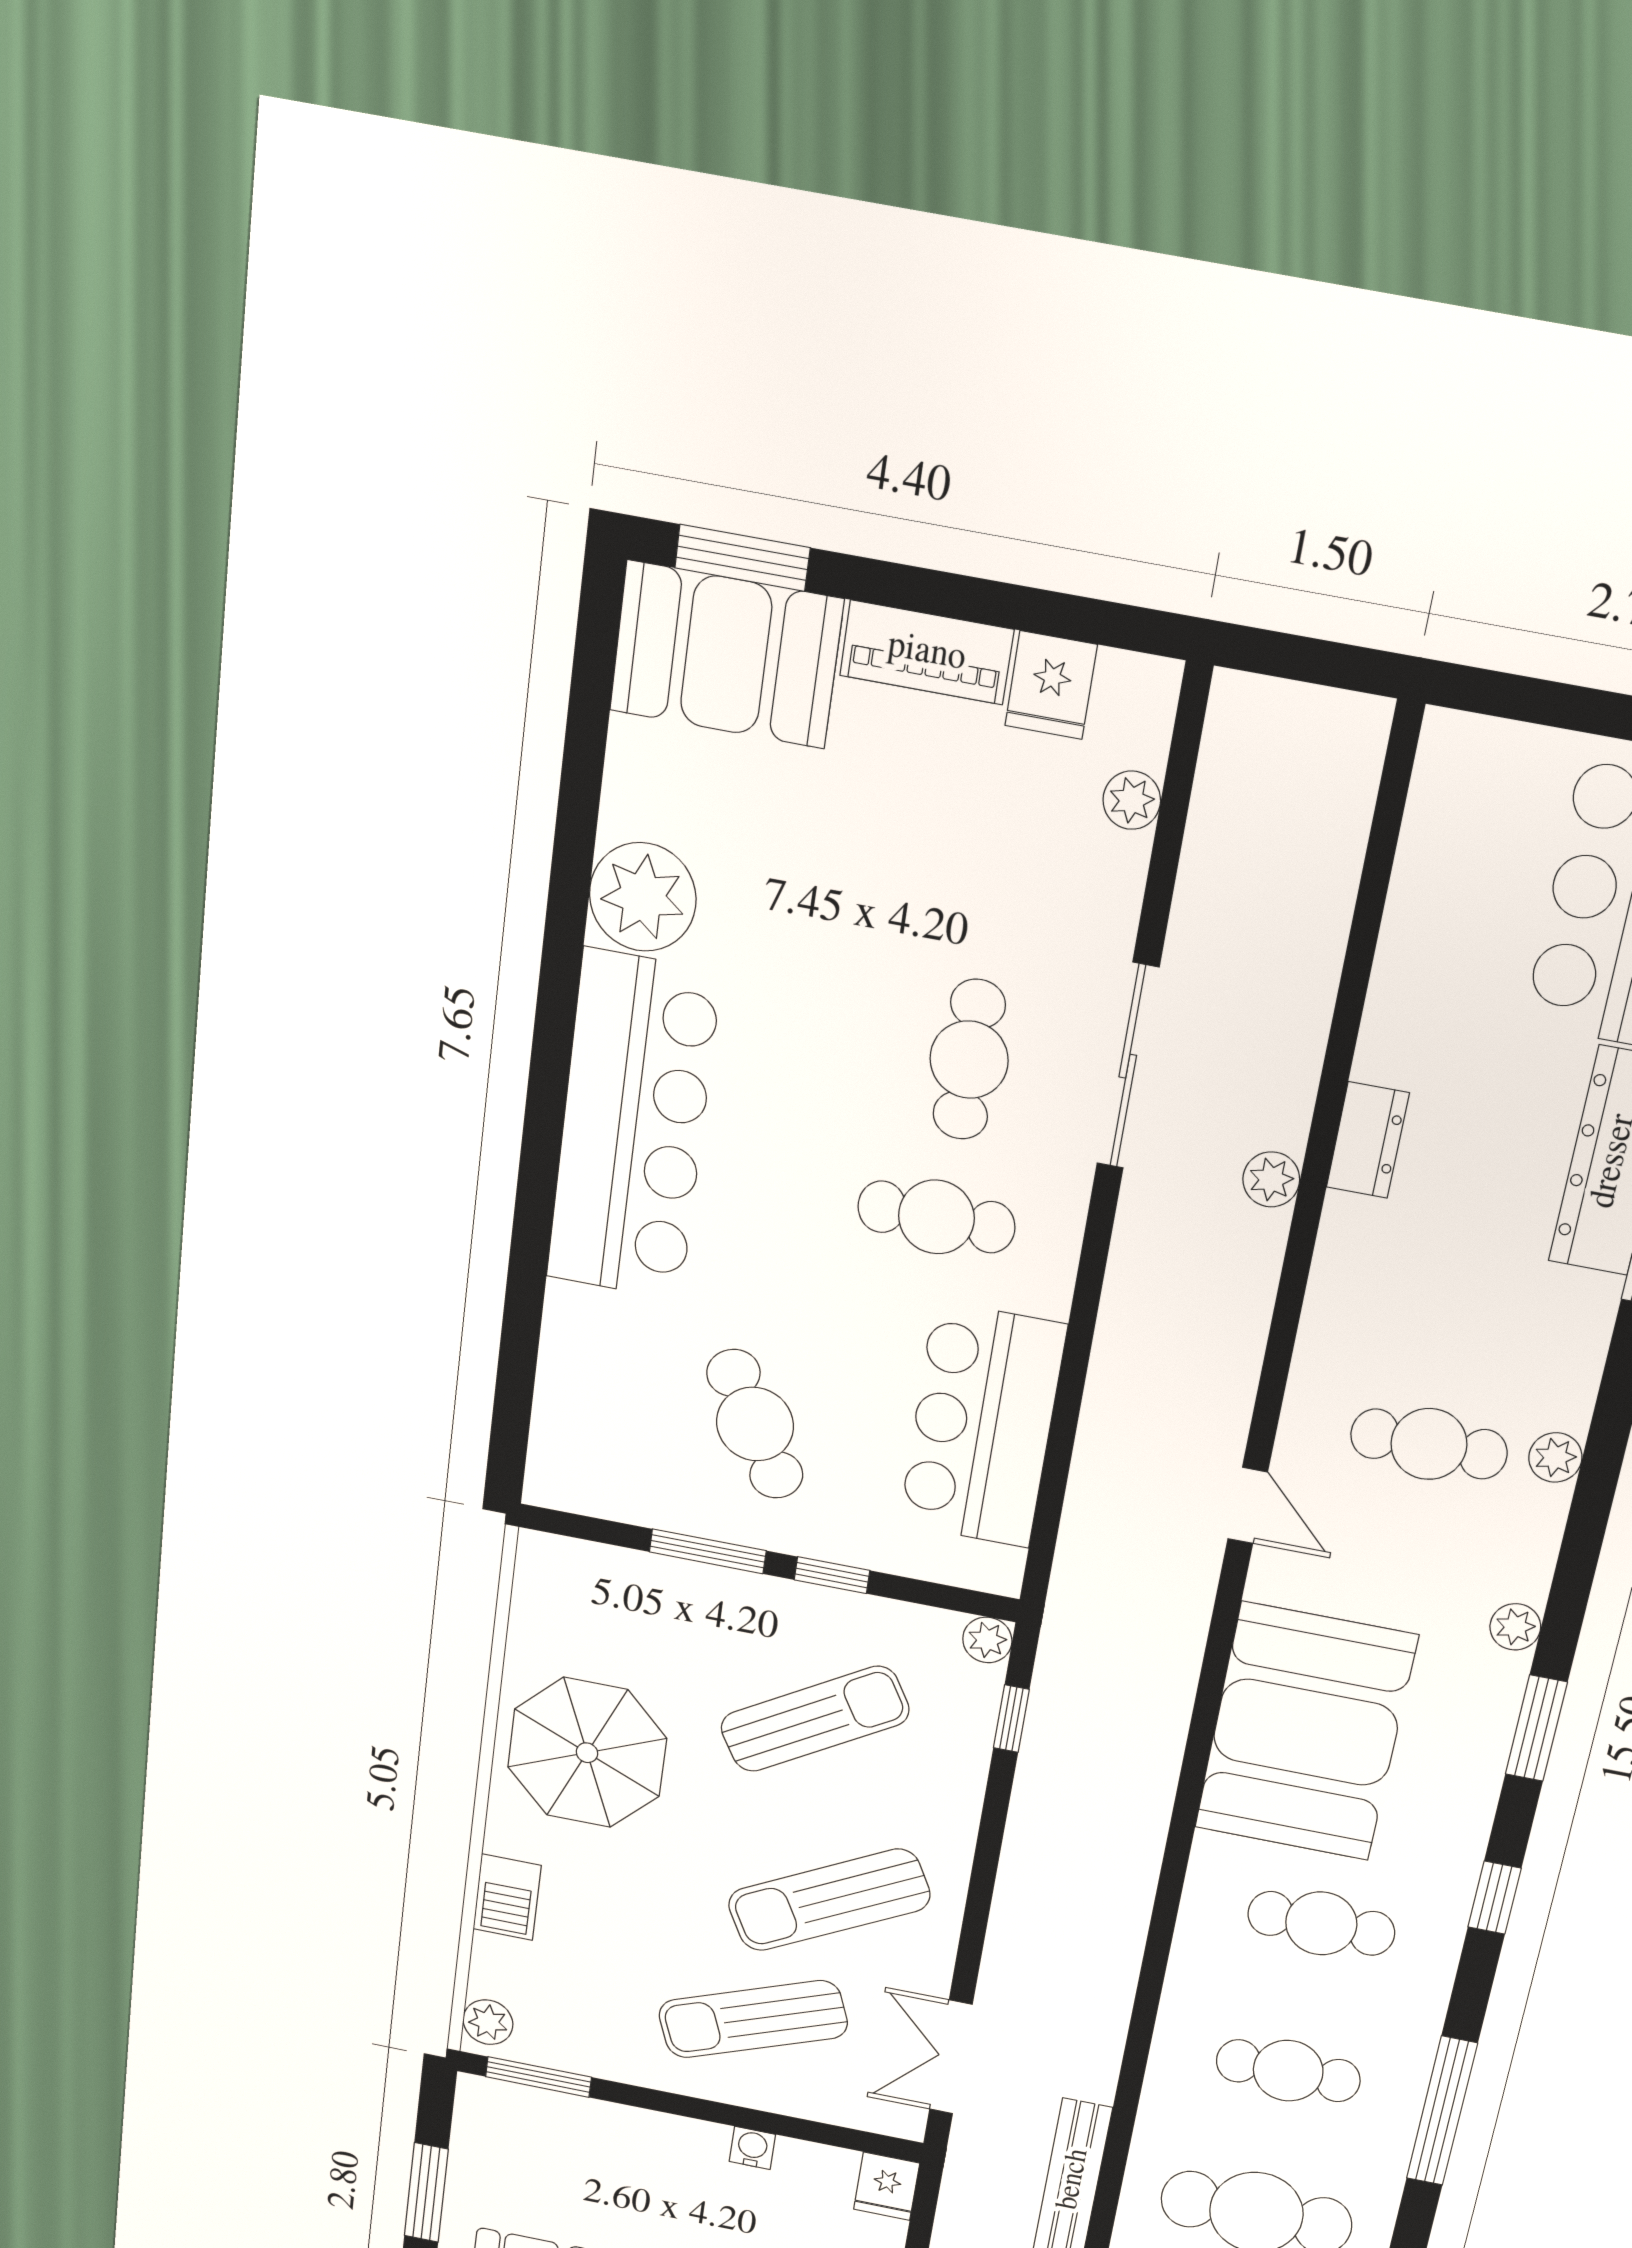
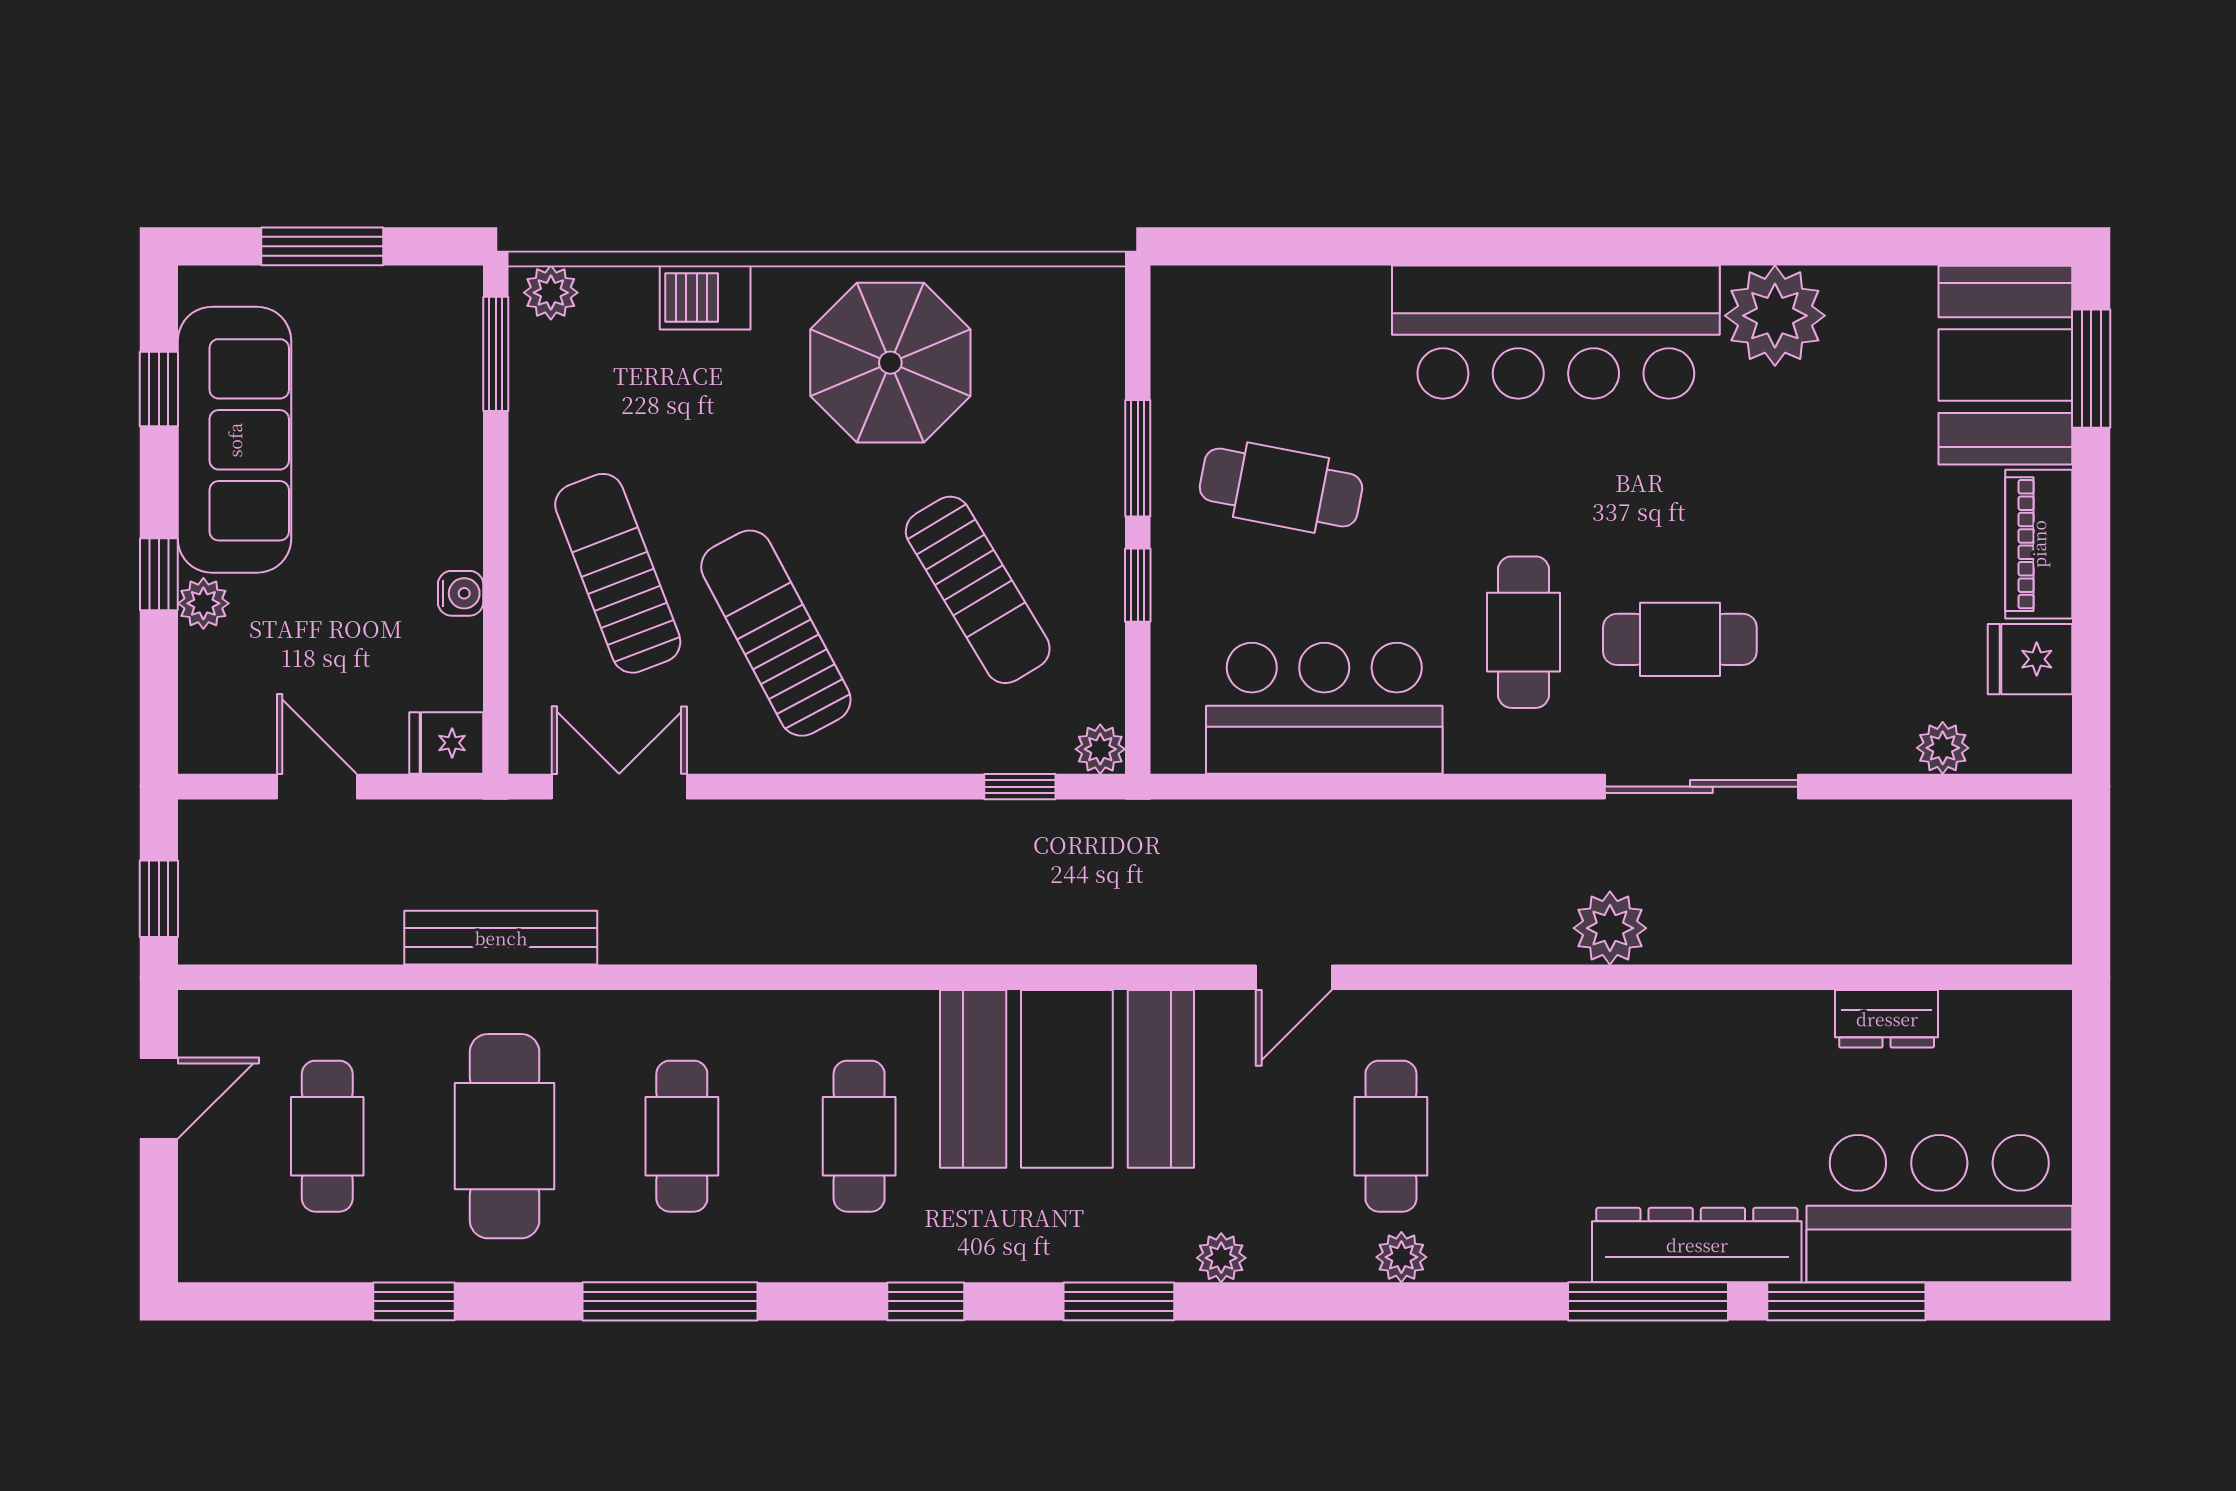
dresser: (1368, 1140) -> (1887, 1019), moved
plant: (1271, 1179) -> (1610, 928), width x1.38, depth x1.38
cafe table: (755, 1424) -> (1281, 488), turned 41

